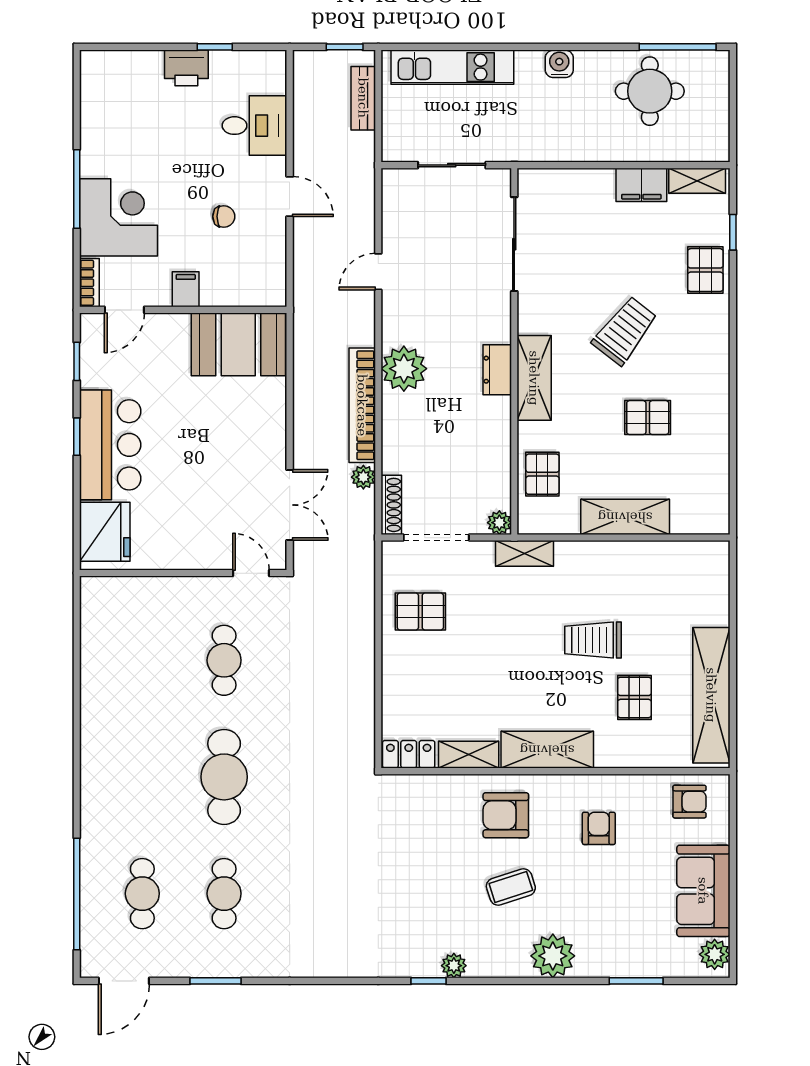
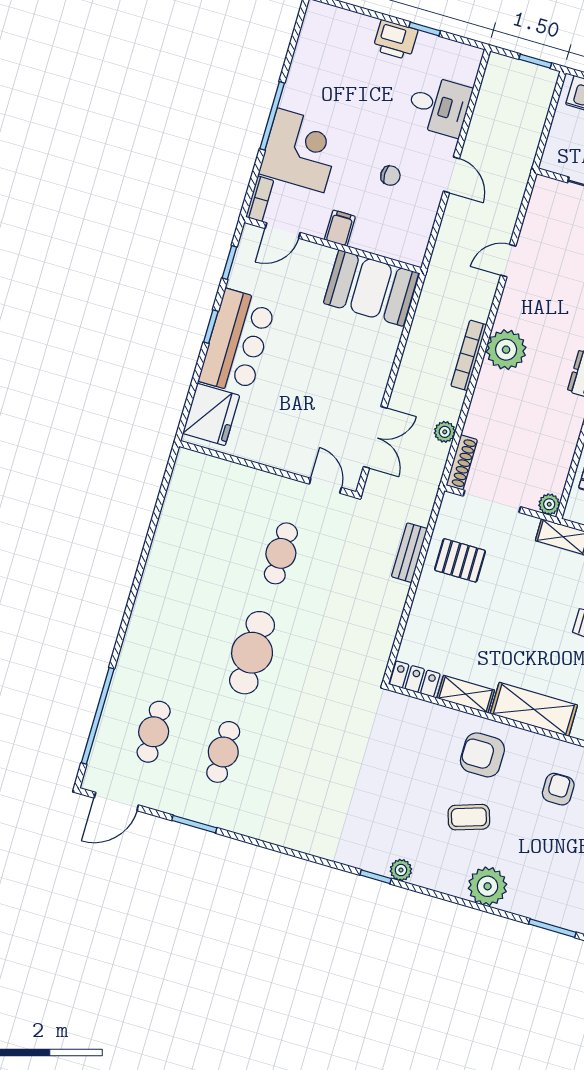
bench: (363, 98) -> (409, 553), moved
bookcase: (362, 405) -> (469, 355), width x0.68, depth x0.76

